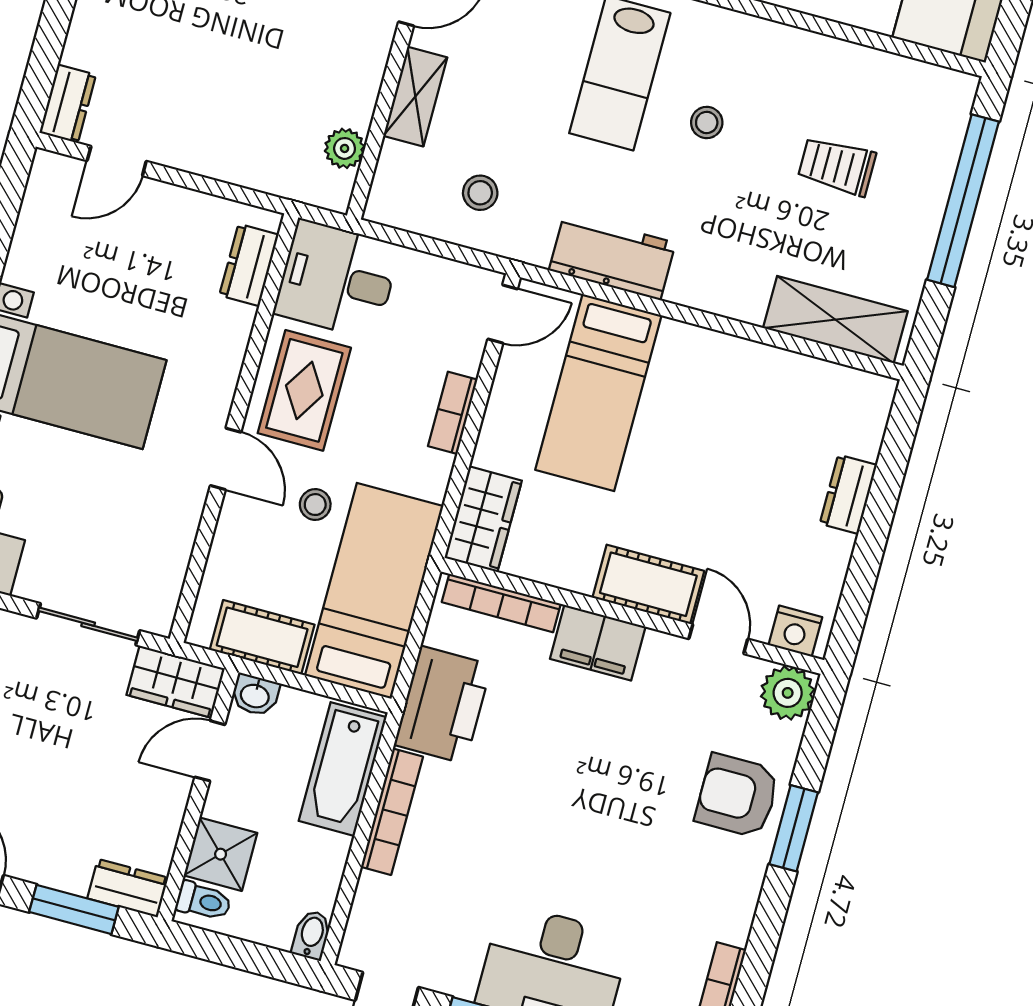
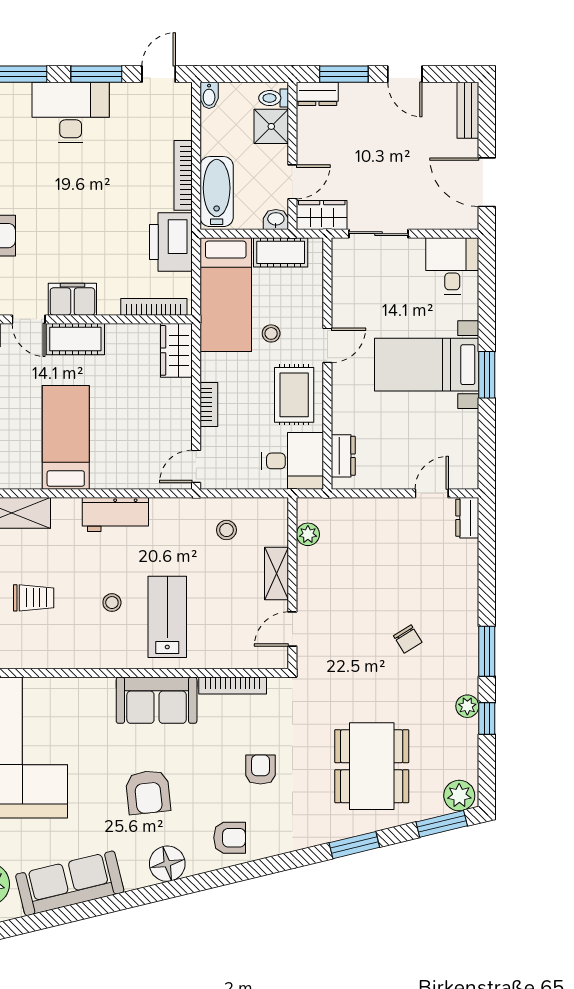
workbench: (612, 256) -> (115, 515), moved
bed: (598, 393) -> (66, 437), moved
door: (226, 459) -> (327, 345), swing flipped
filing cabinet: (598, 643) -> (72, 299), moved

